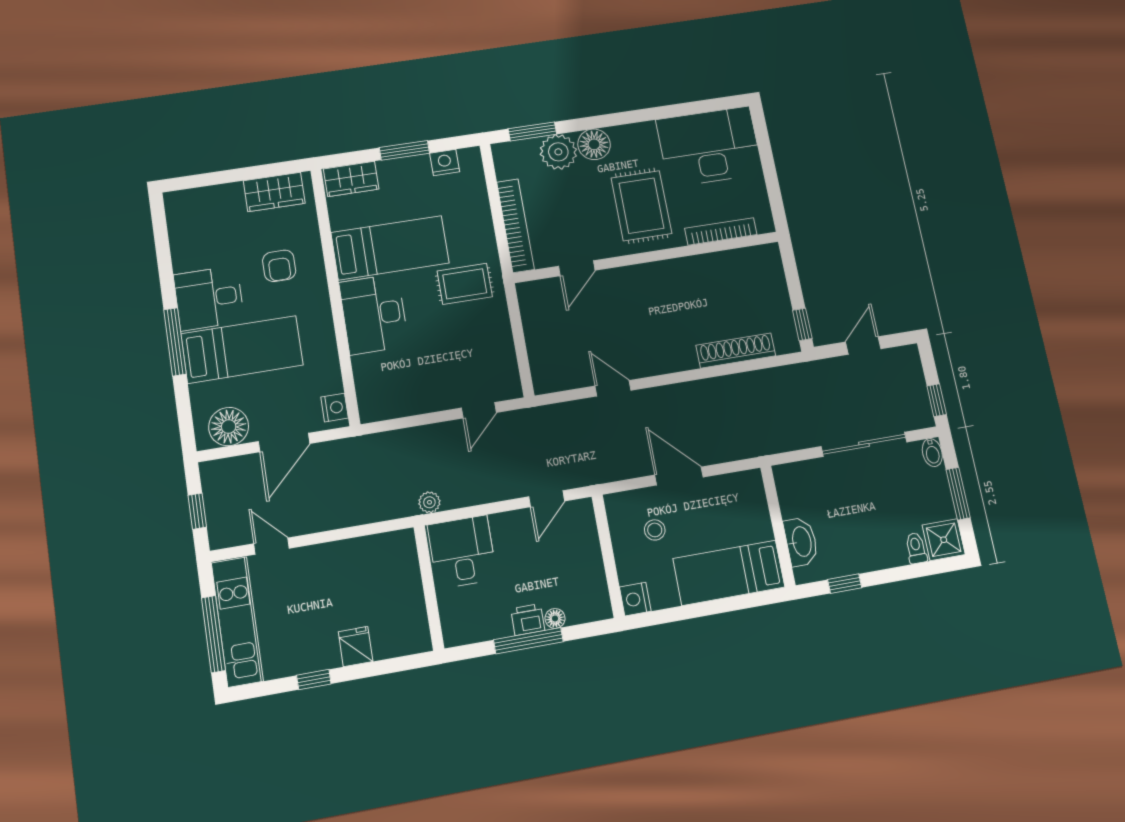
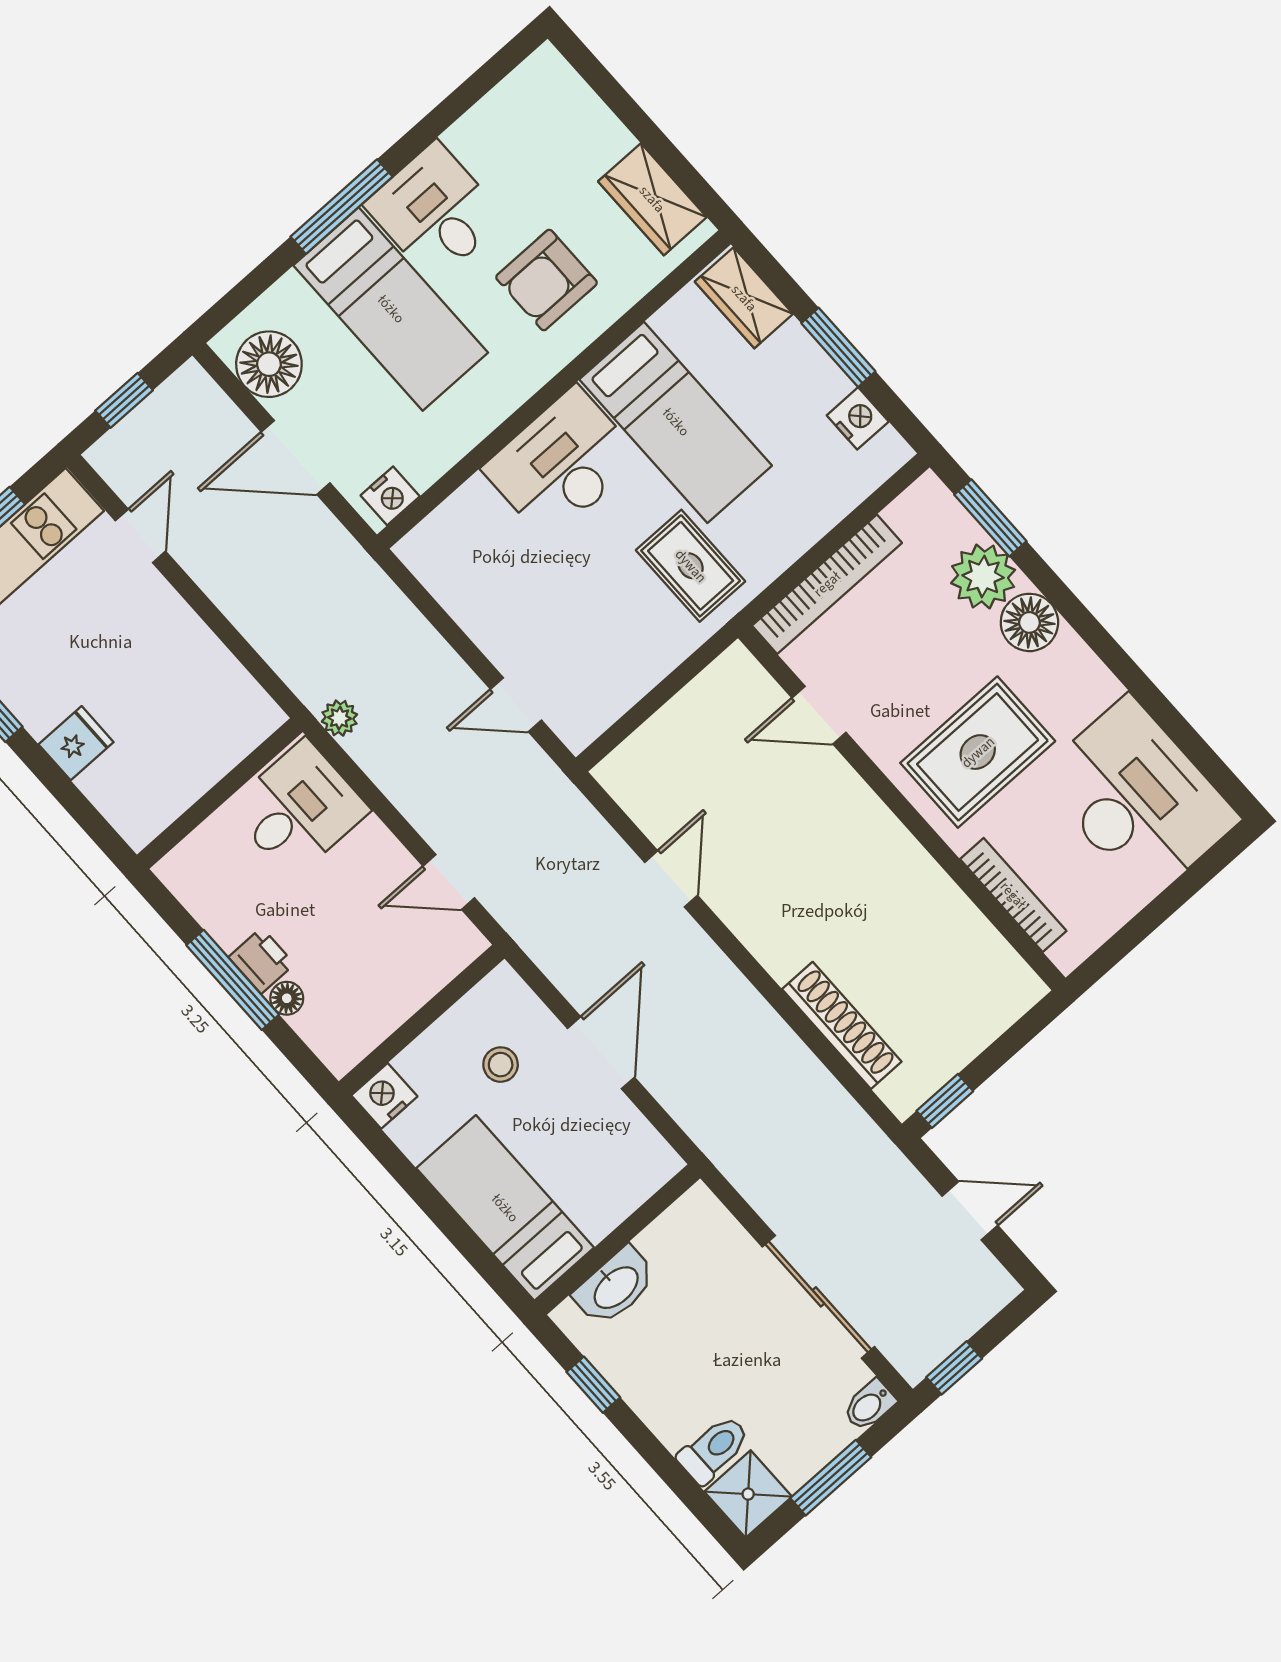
armchair: (279, 266) -> (546, 280), width x1.38, depth x1.38
toilet: (916, 548) -> (714, 1449), width x1.37, depth x1.39

